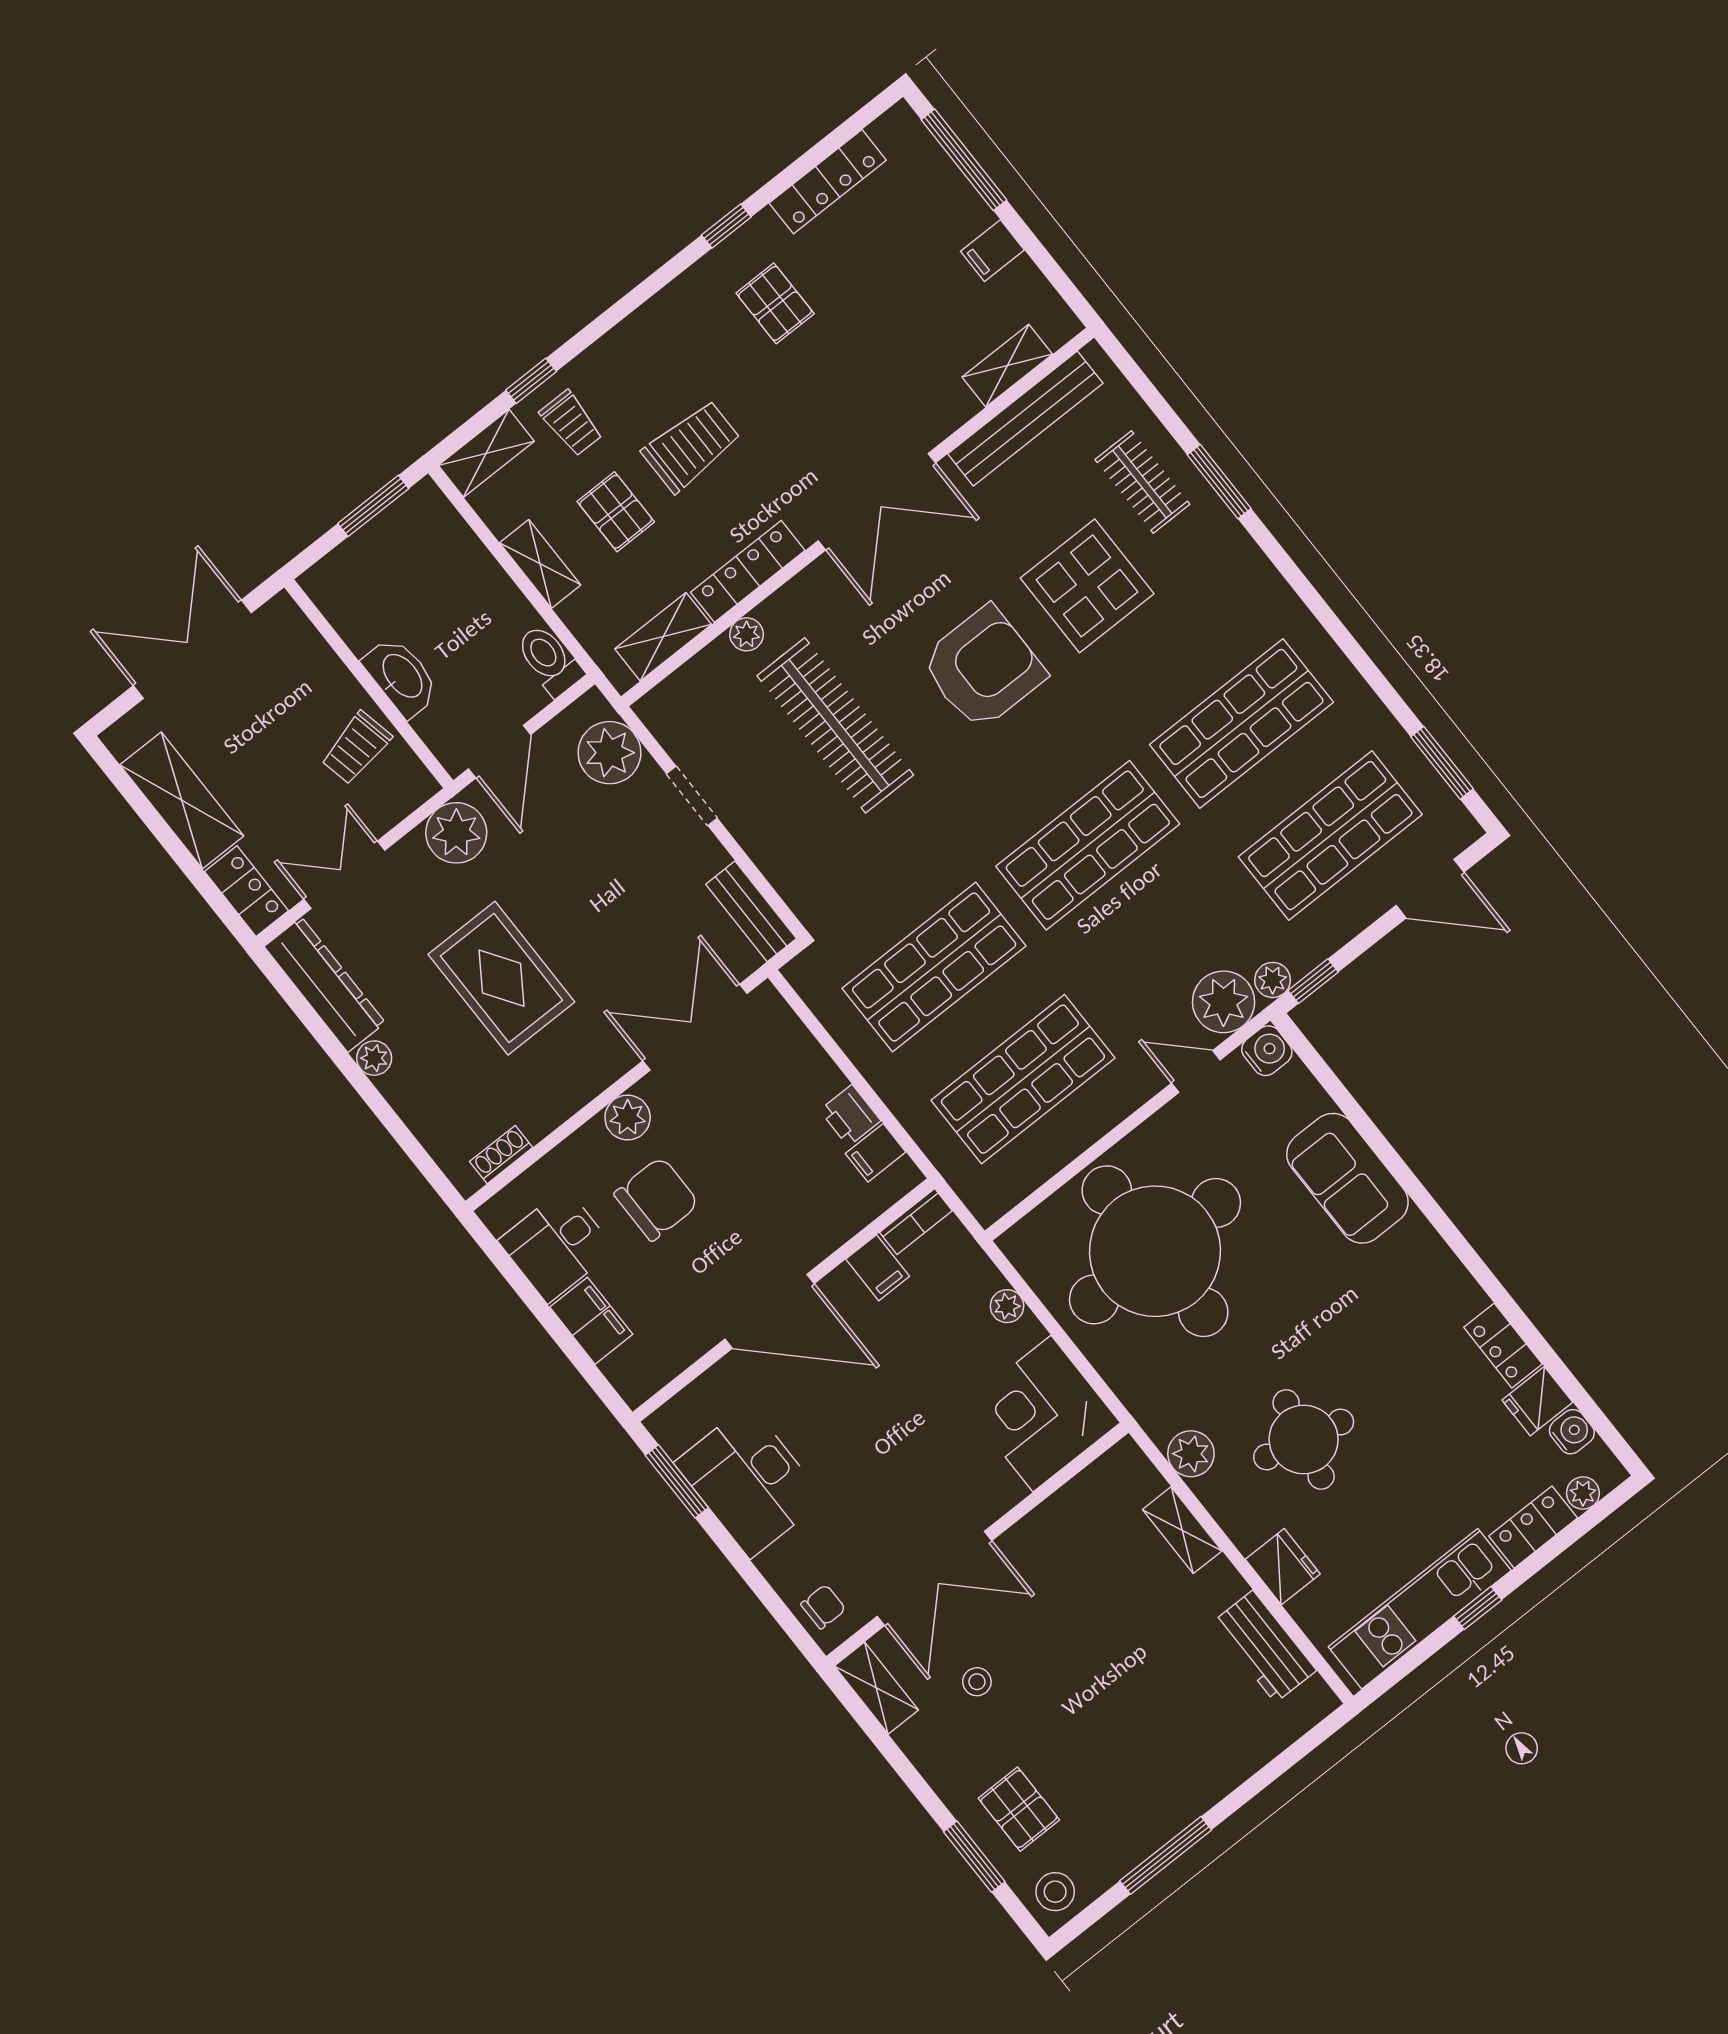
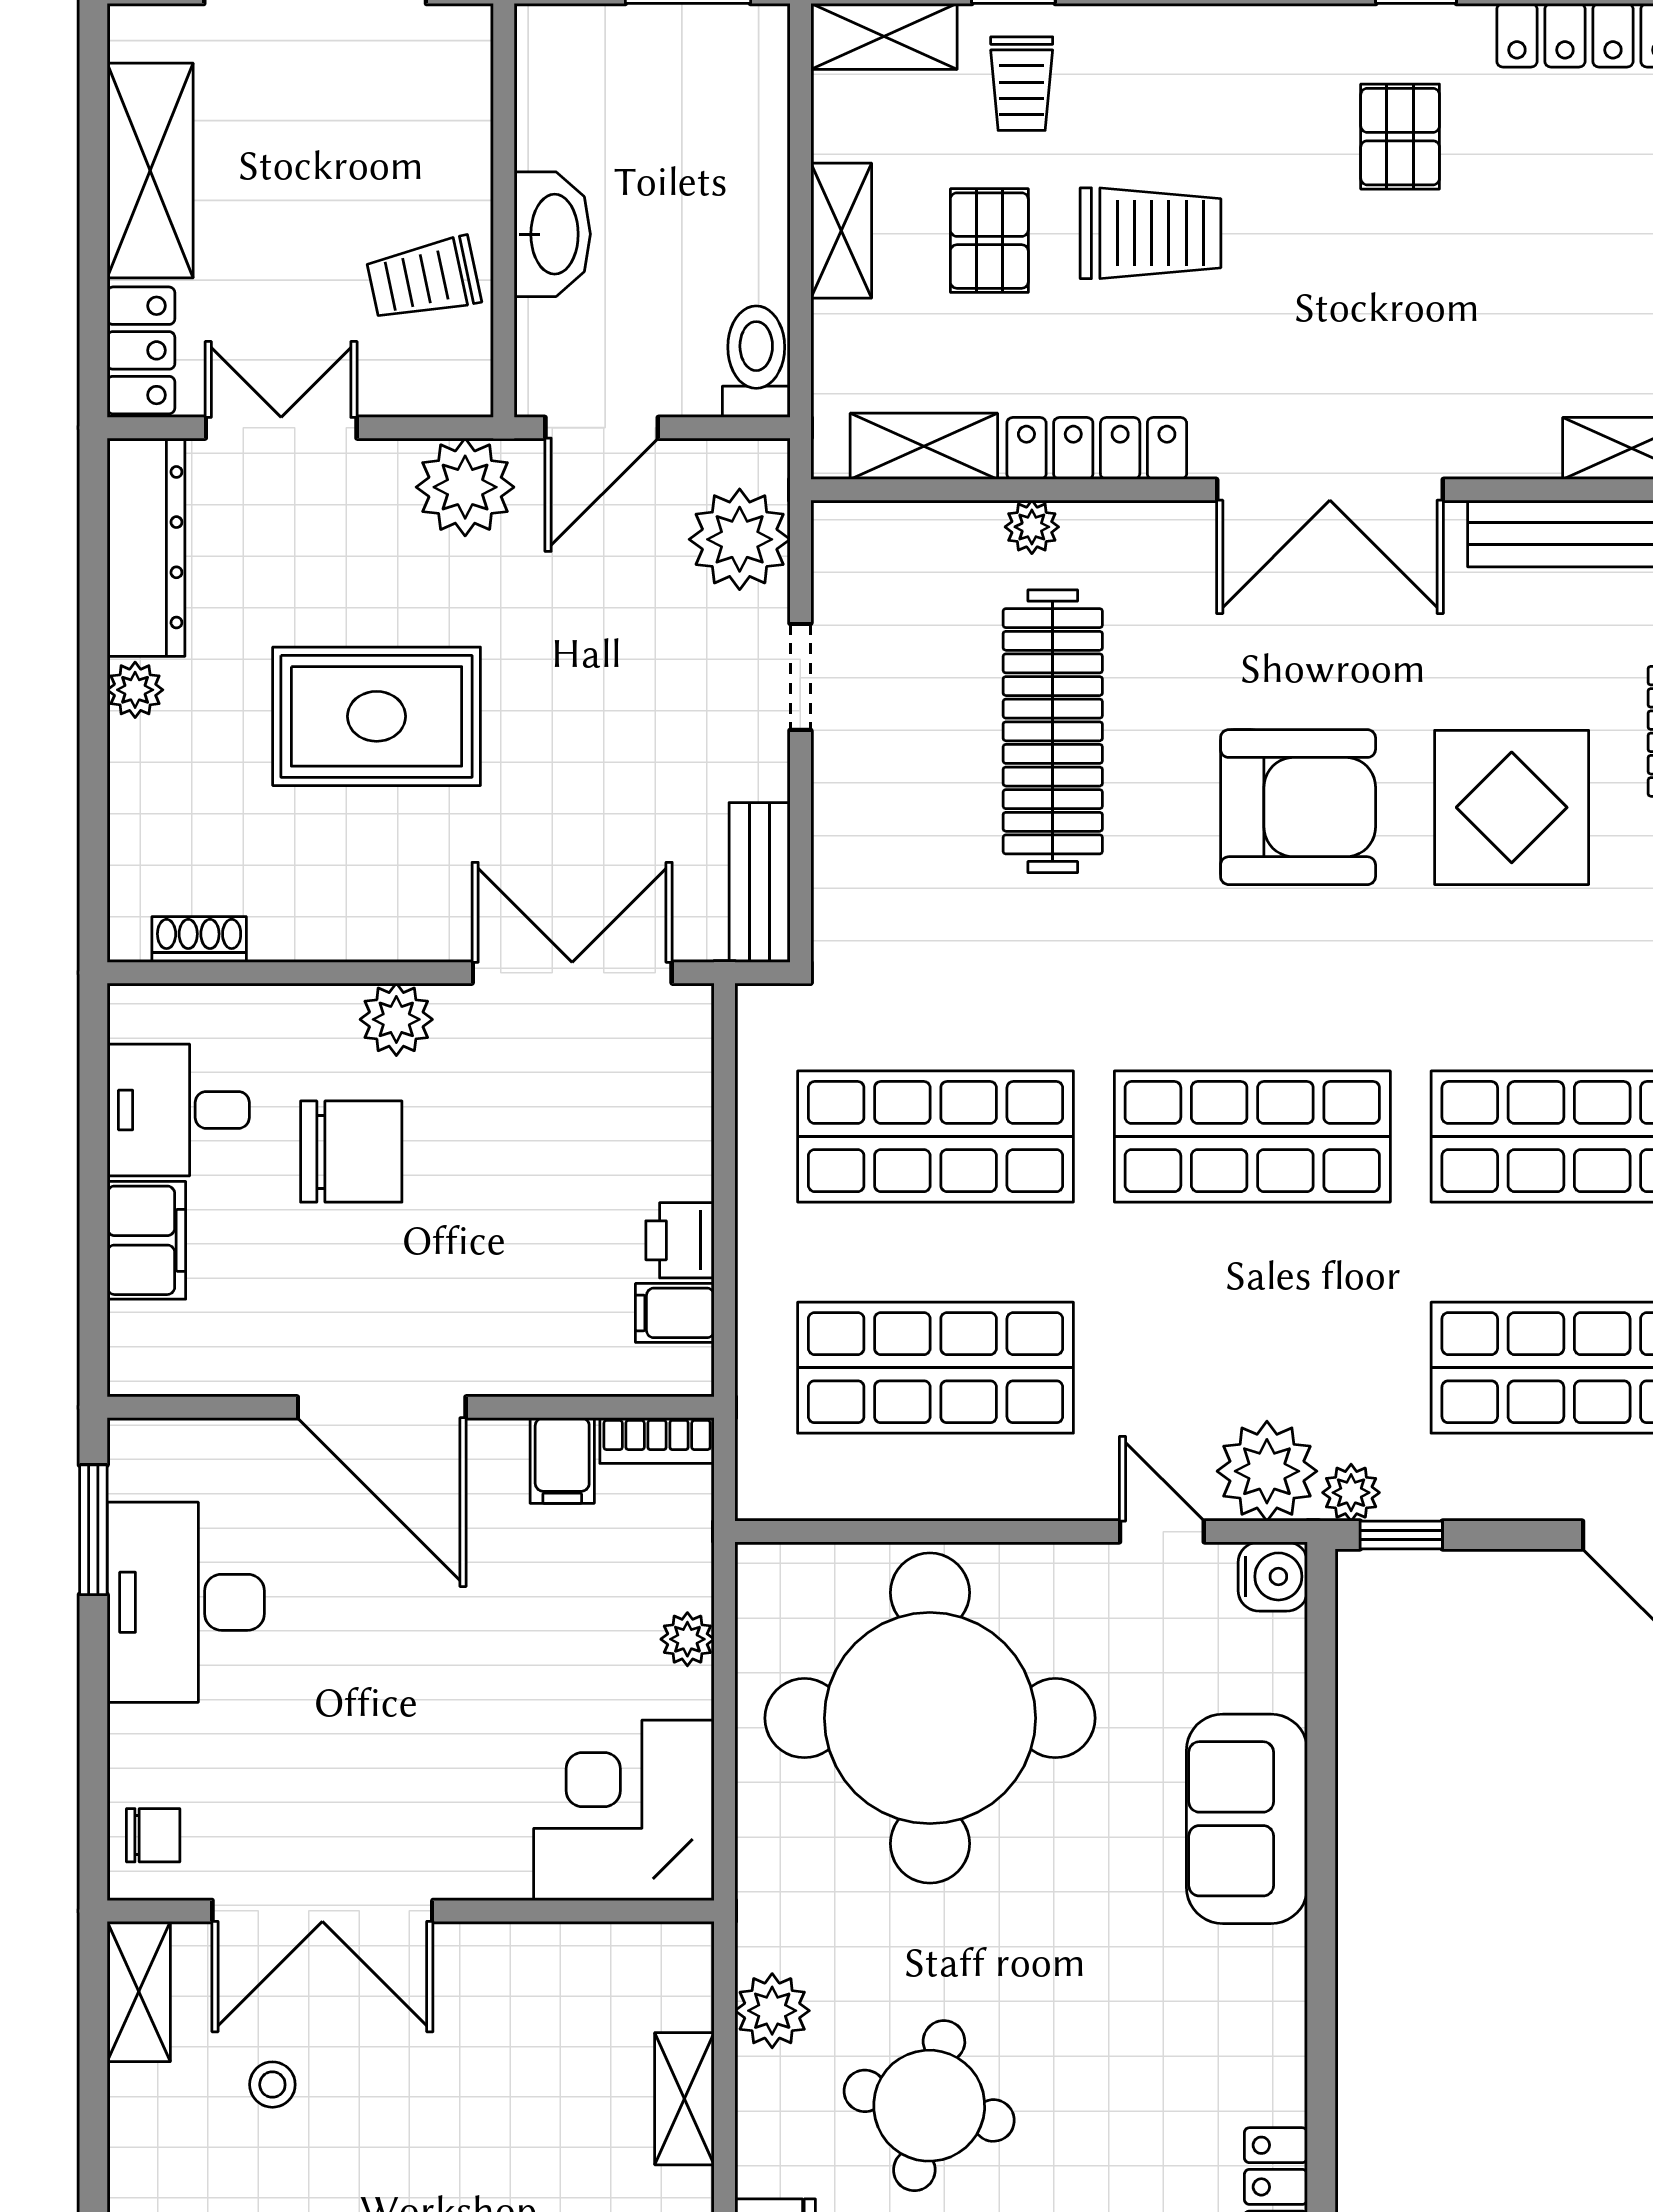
rug: (501, 978) -> (377, 716), turned 90

